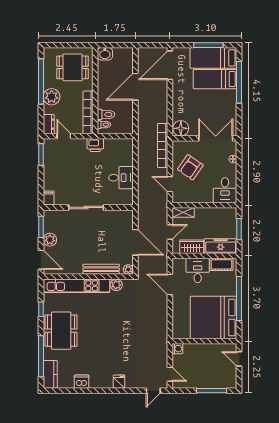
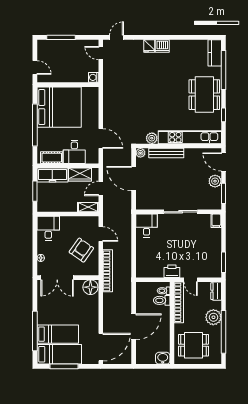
door: (64, 136) -> (191, 280), moved
desk: (121, 178) -> (147, 225), moved, turned 90
dishwasher: (82, 382) -> (162, 46), moved

